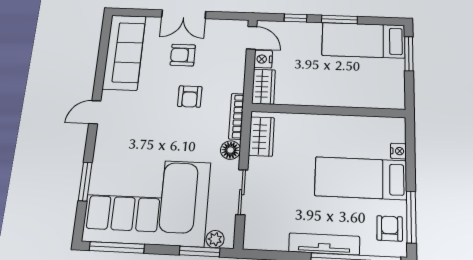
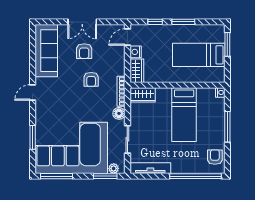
door: (252, 38) -> (127, 37), swing flipped
bed: (363, 40) -> (199, 55), moved
armchair: (183, 55) -> (84, 51), turned -90
wardrobe: (261, 136) -> (143, 95), moved, turned 90
nightstand: (398, 151) -> (220, 92), moved
bed: (361, 178) -> (184, 115), moved, turned -90
window: (411, 217) -> (227, 127), moved
tv unit: (324, 244) -> (150, 168), moved

